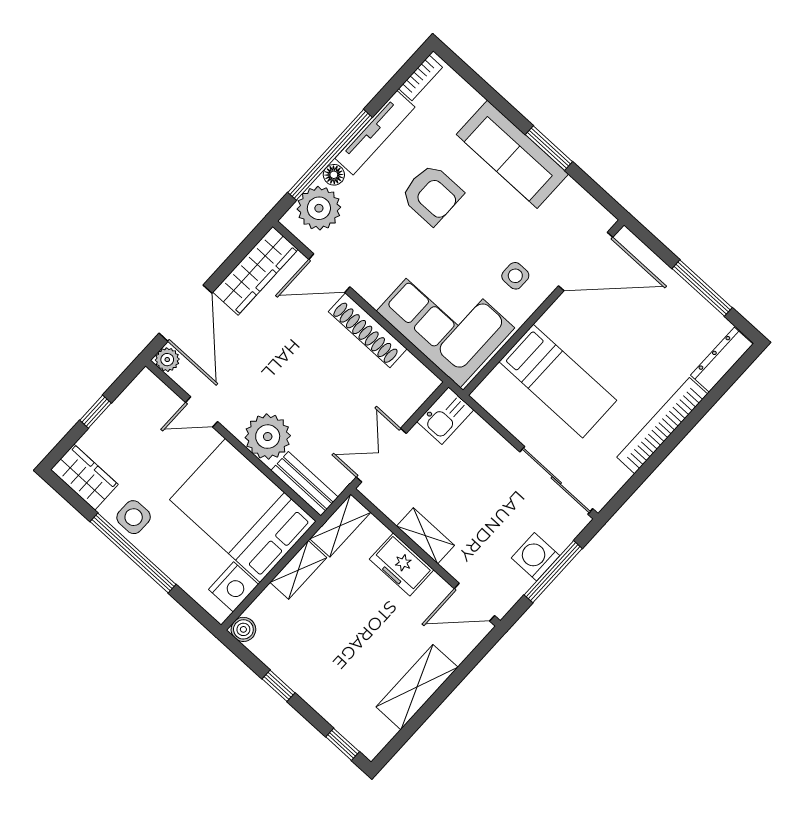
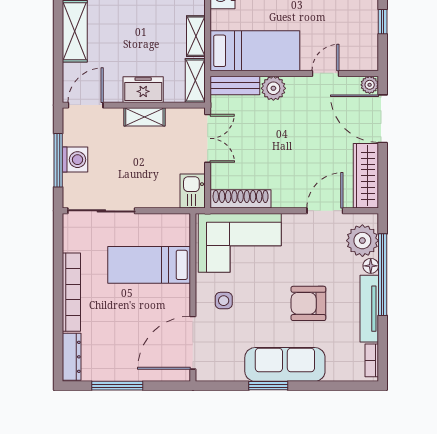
shoe rack: (368, 330) -> (241, 199), moved
plant: (268, 437) -> (273, 88), width x0.73, depth x0.73
bed: (243, 510) -> (255, 51), width x0.67

